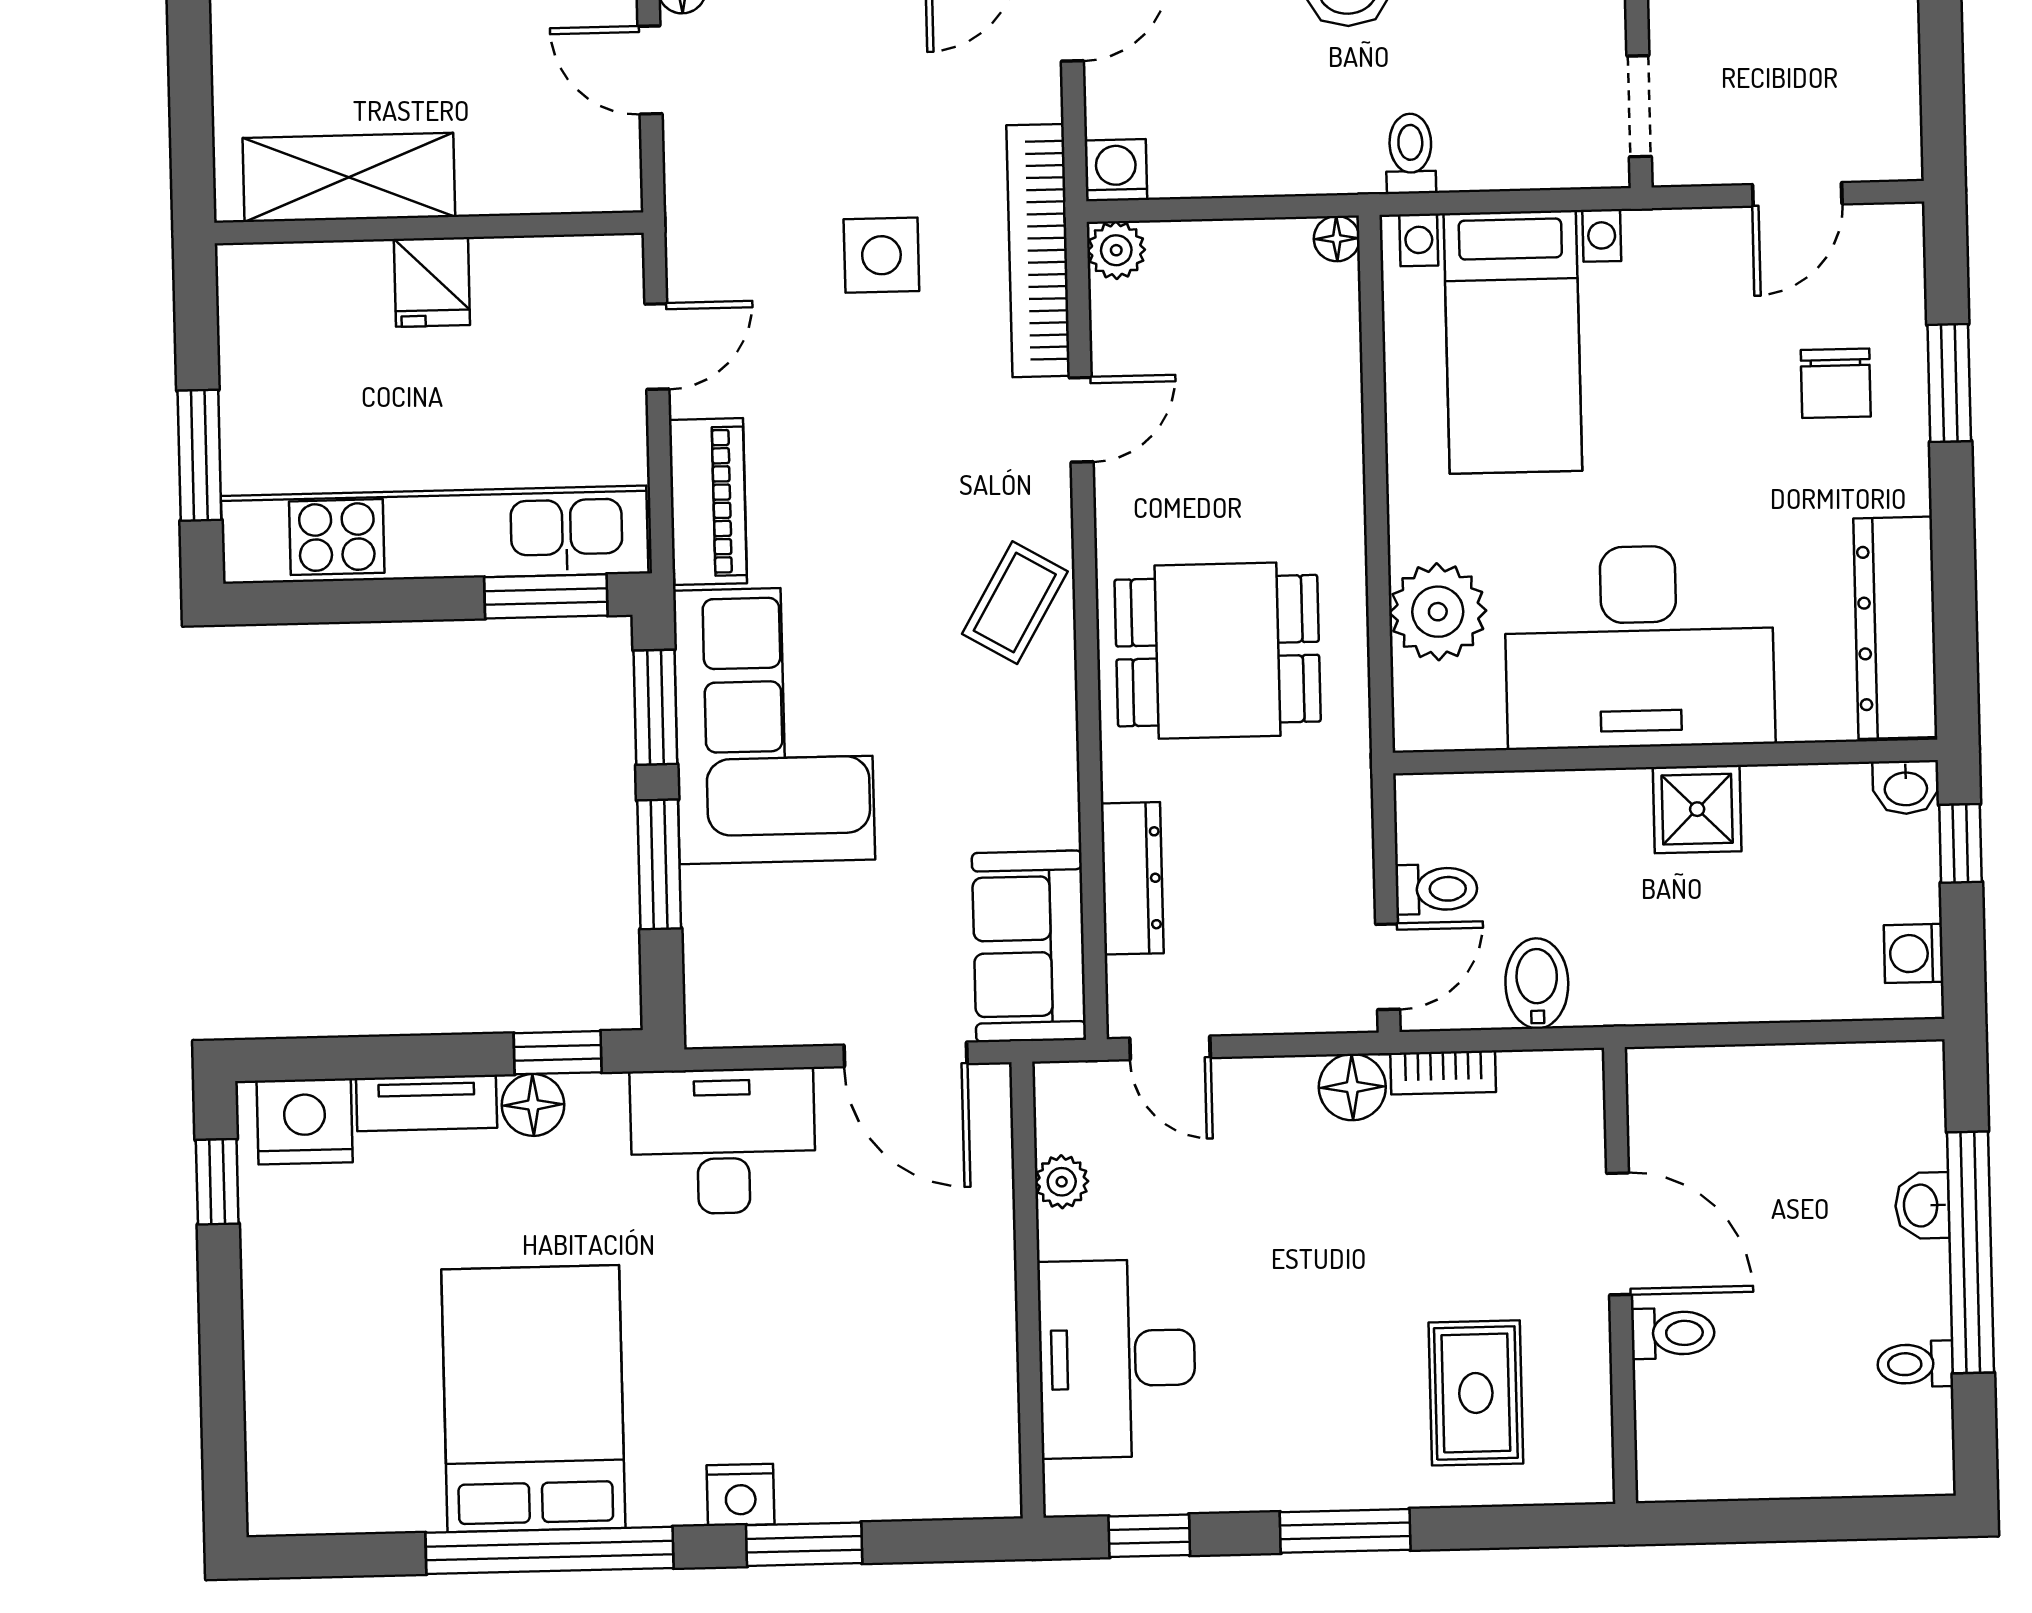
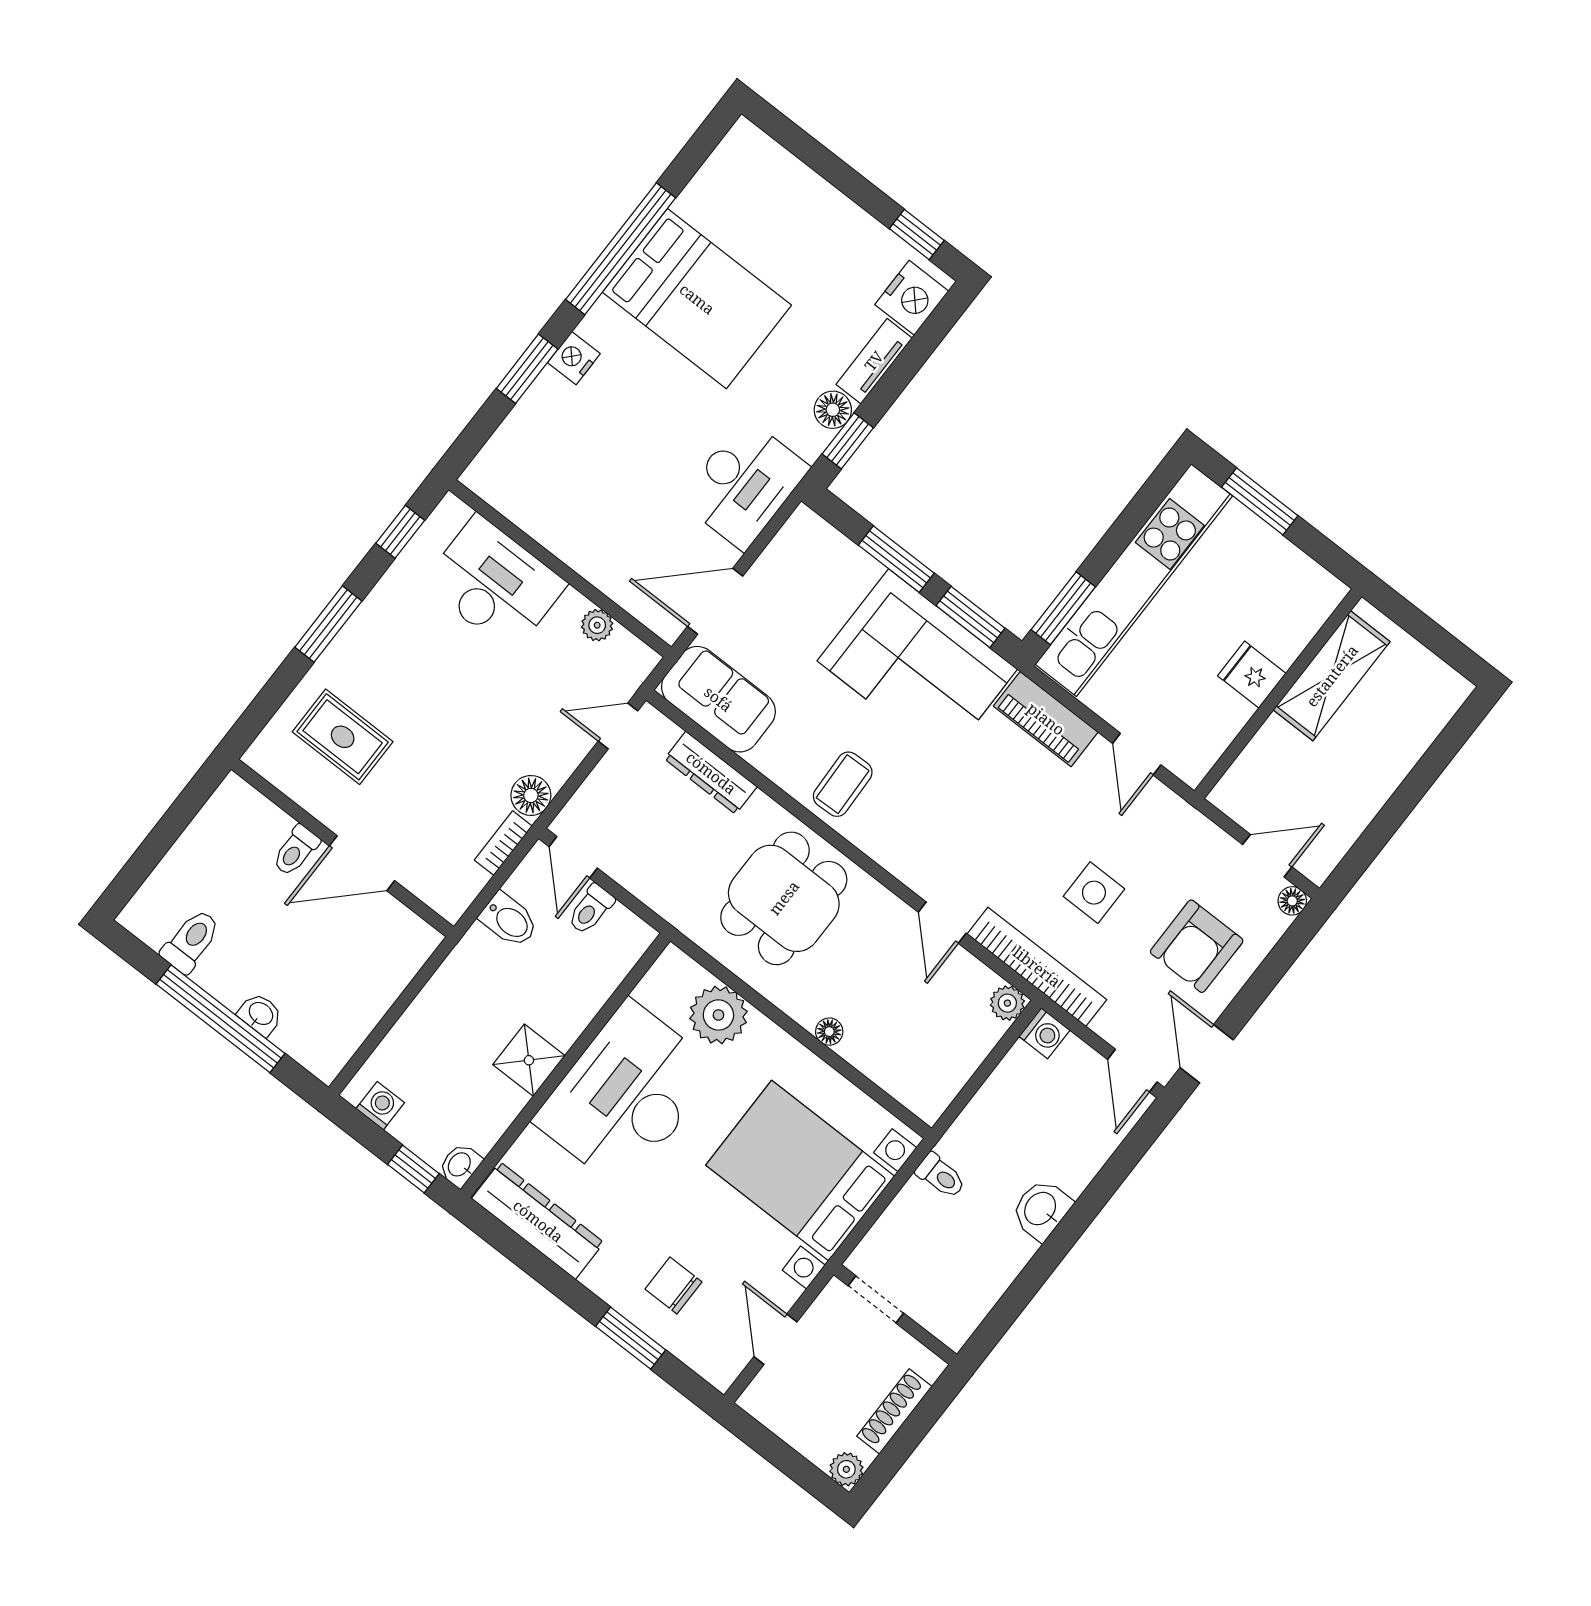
armchair: (842, 66) -> (1197, 946), added
floor lamp: (1337, 239) -> (829, 1032), moved
bed with nightstands: (1513, 342) -> (800, 1171), width x1.36
coffee table: (1015, 603) -> (843, 784), moved, turned 58
toilet: (1915, 1364) -> (191, 941), width x1.37, depth x1.39

